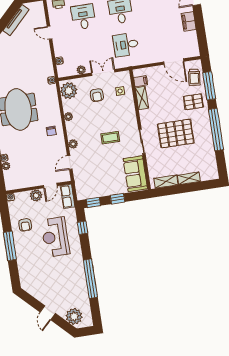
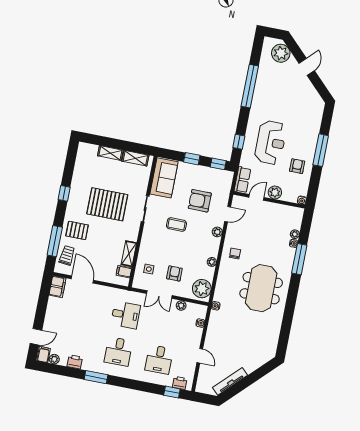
filing cabinet: (189, 21) -> (57, 287), moved
window: (216, 129) -> (64, 193), width x0.32
armchair: (98, 165) -> (200, 201), added

